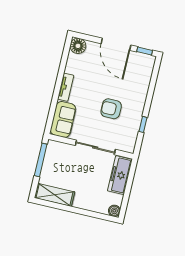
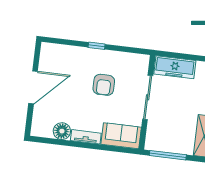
floor lamp: (78, 46) -> (62, 131), moved
window: (145, 51) -> (37, 55), removed
window: (143, 124) -> (97, 46), moved

